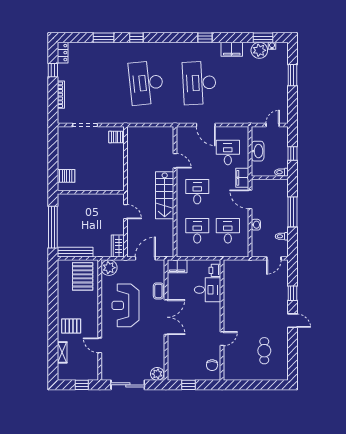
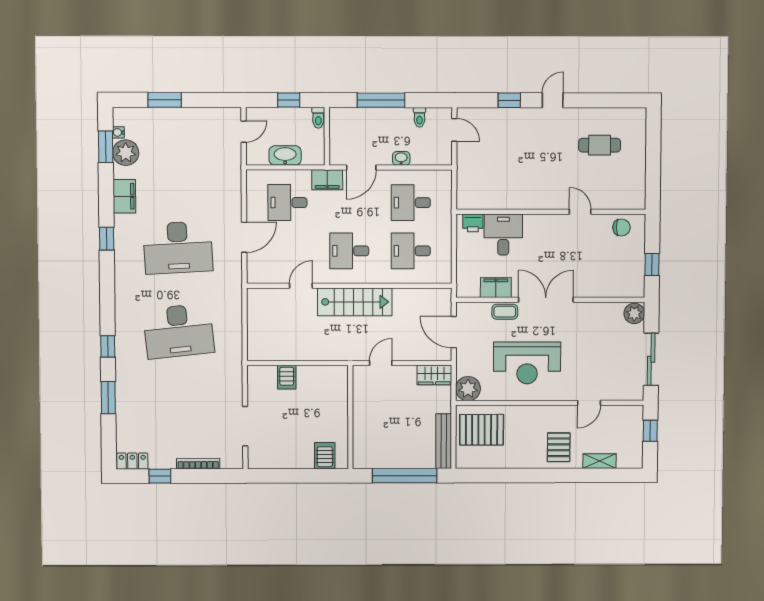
door: (273, 125) -> (244, 132), swing flipped
server rack: (117, 137) -> (287, 377), moved
filing cabinet: (177, 266) -> (496, 287), moved, turned -90

